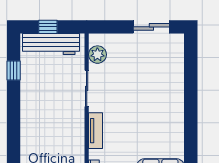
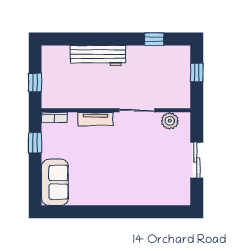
sliding door: (151, 27) -> (197, 160), moved
workbench: (51, 44) -> (98, 56), moved, turned -90

